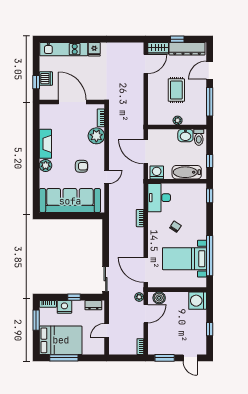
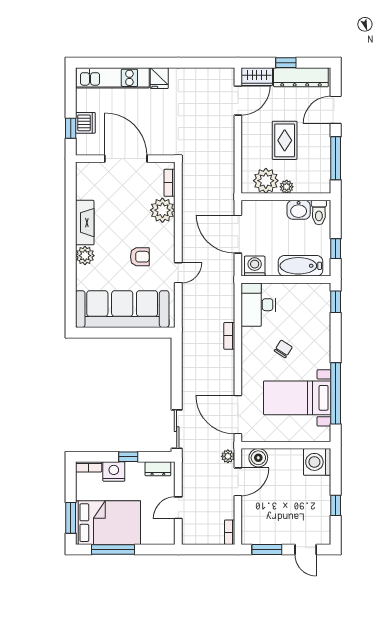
plant: (164, 116) -> (266, 181), added
window: (36, 320) -> (71, 518), moved

